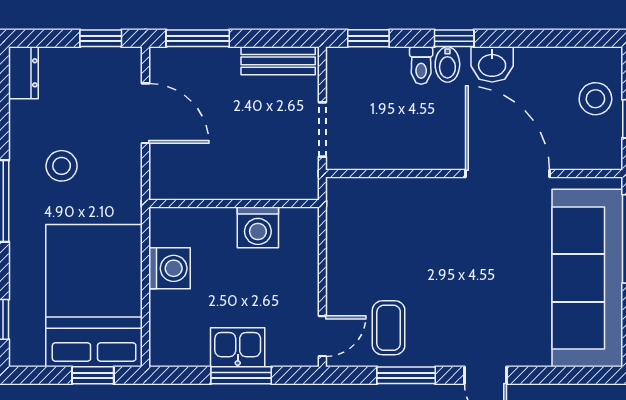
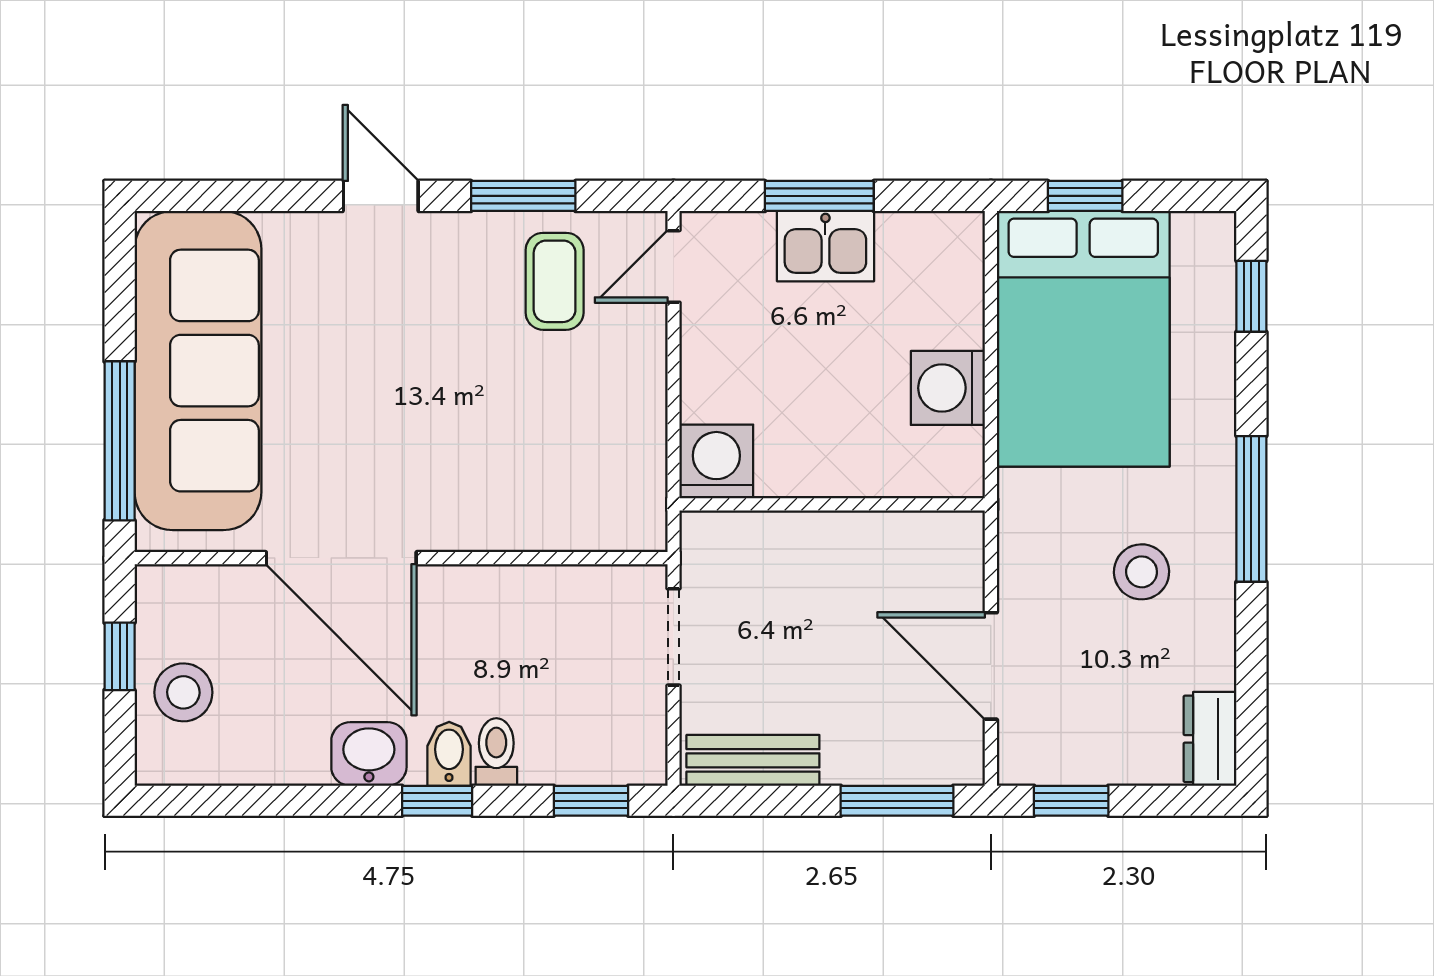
washing machine: (258, 227) -> (716, 461), moved

